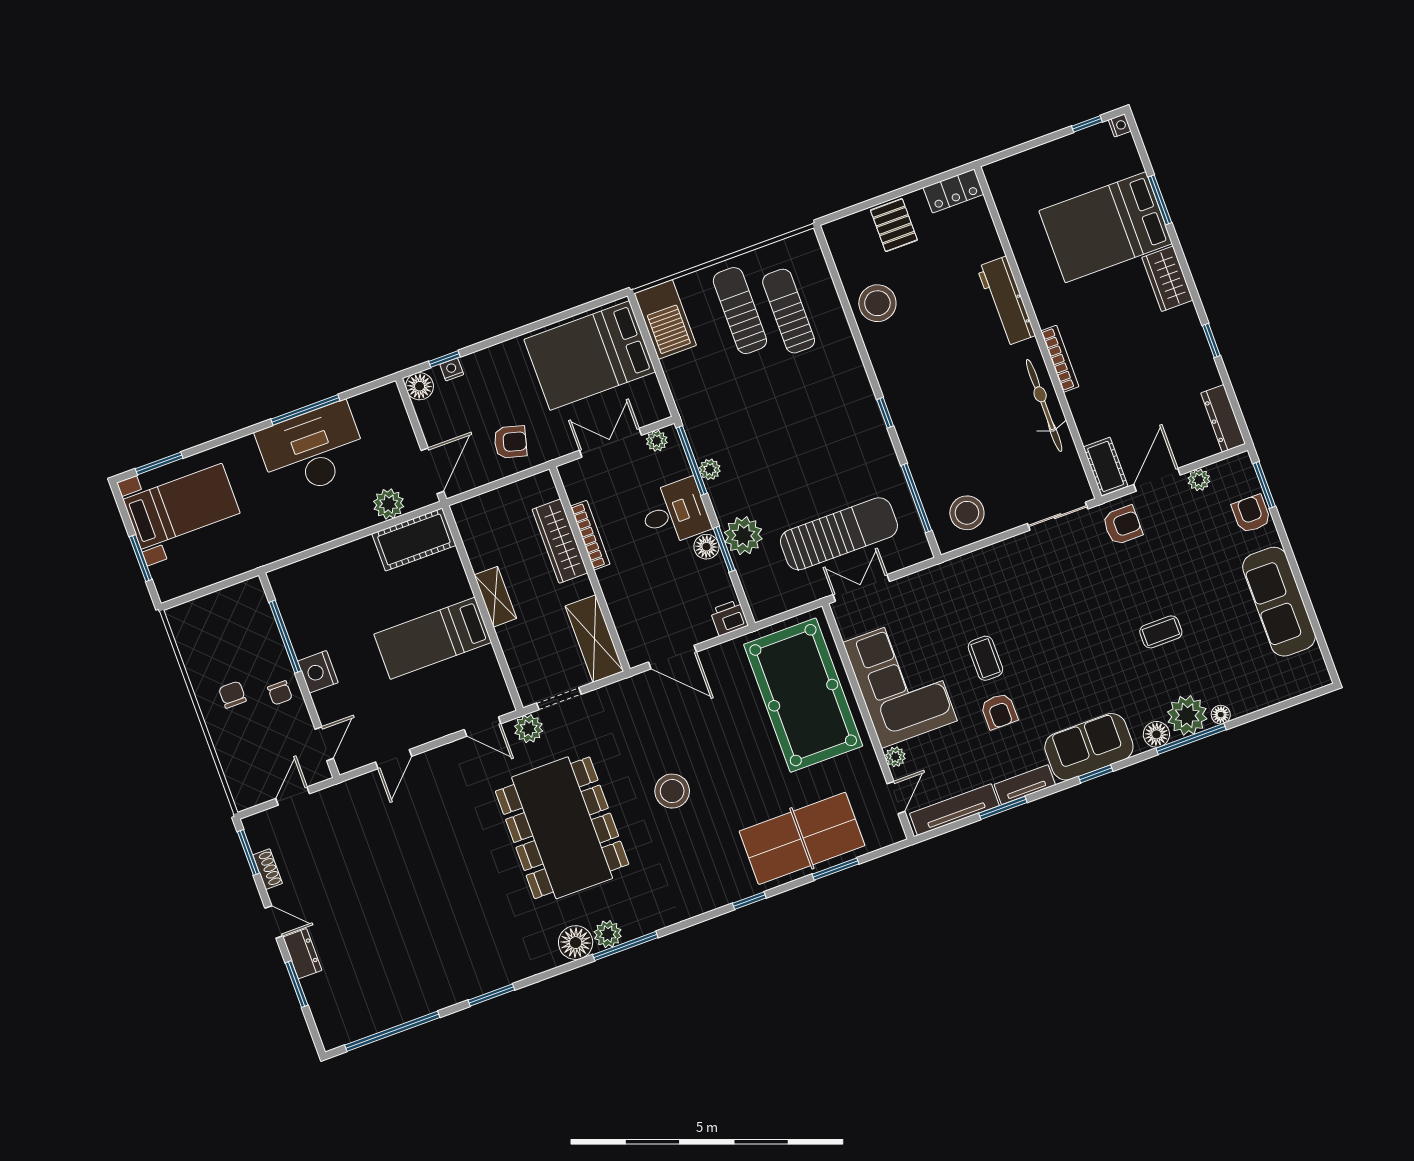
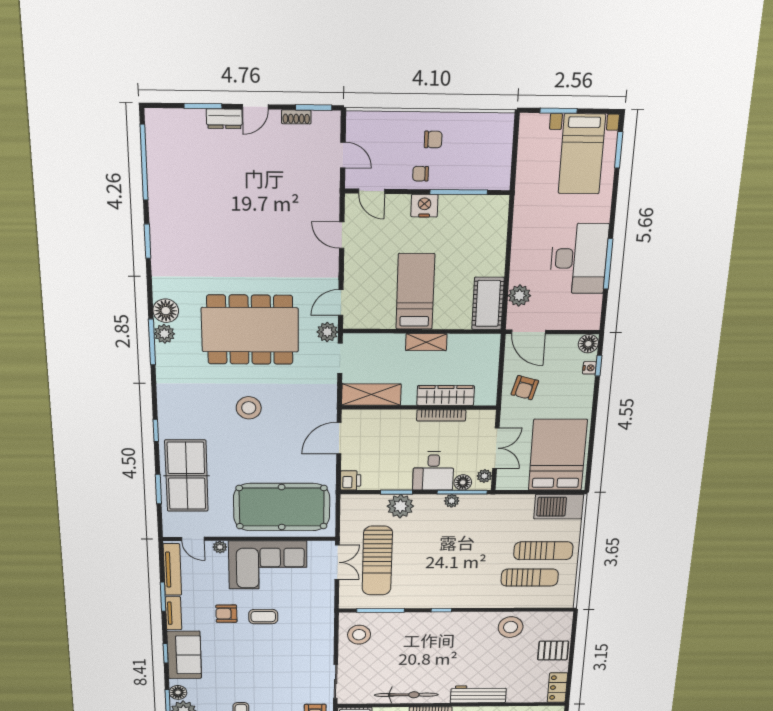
floor lamp: (706, 547) -> (463, 482), moved

